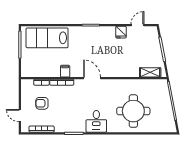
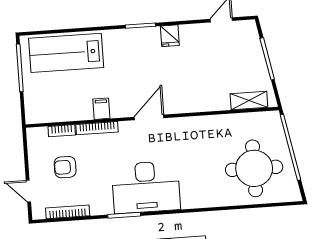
fridge: (121, 32) -> (170, 36), moved
door: (92, 78) -> (149, 117), hinge flipped
round table: (133, 111) -> (254, 168), moved
desk: (96, 121) -> (146, 187), width x1.87, depth x1.30

